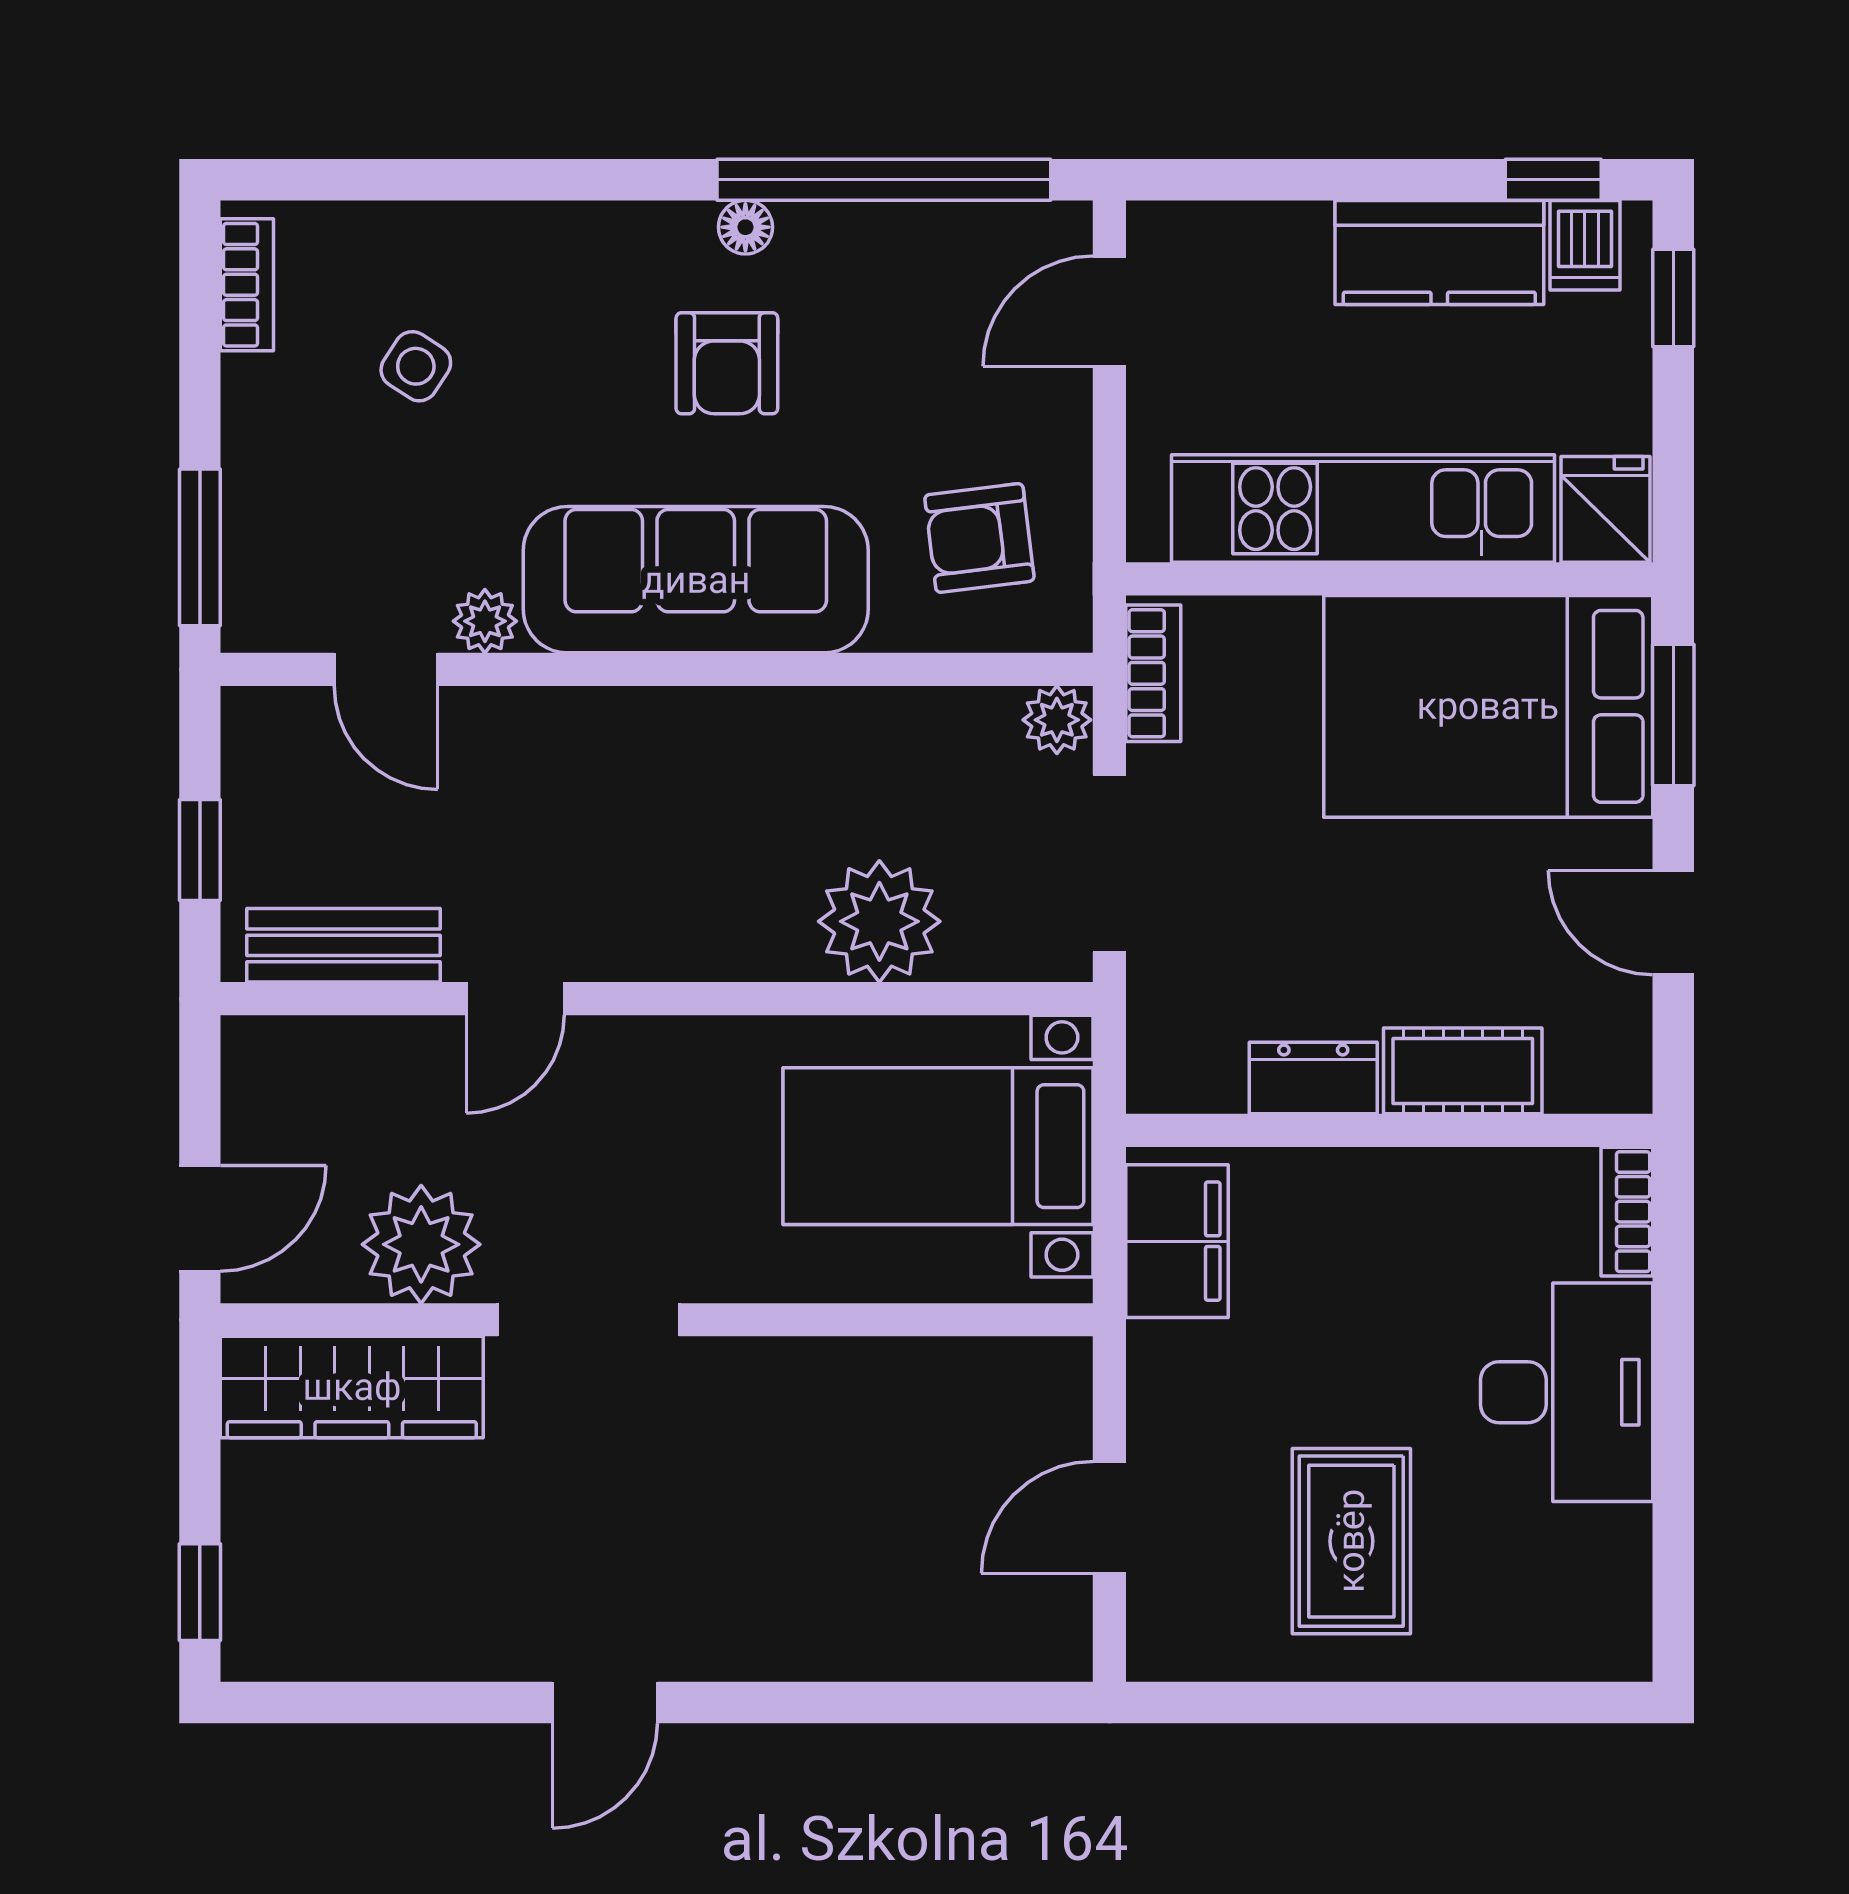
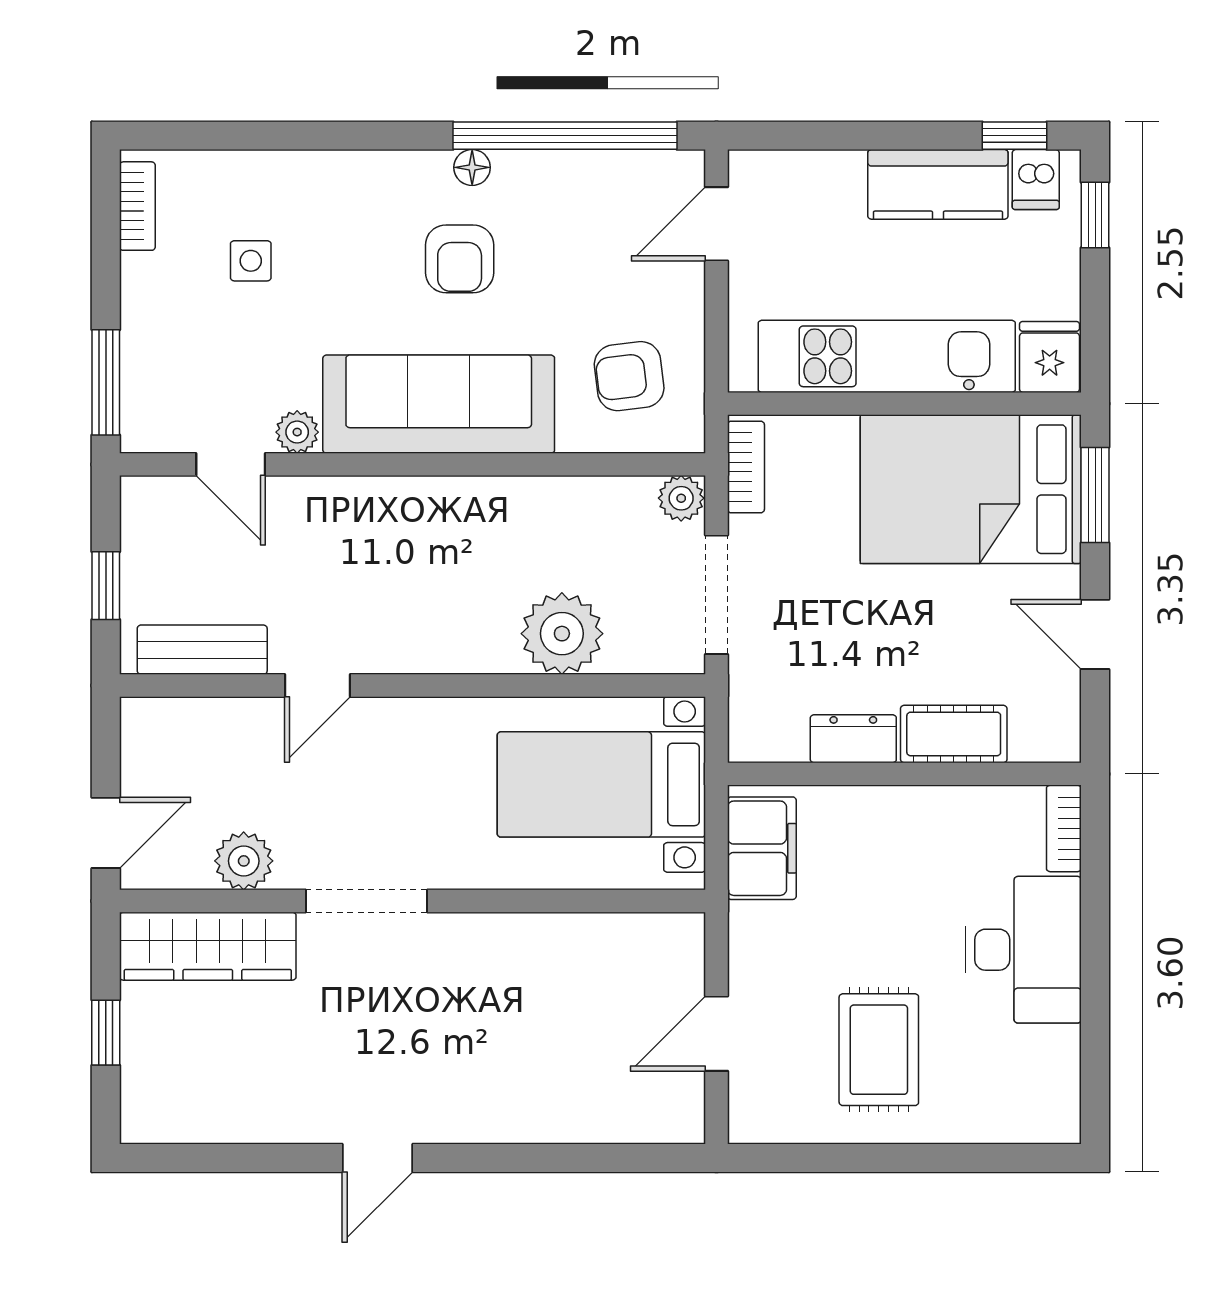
side table: (416, 366) -> (251, 261), turned -33
plant: (421, 1244) -> (244, 861), width x0.73, depth x0.73
window: (200, 1592) -> (106, 1033), moved

